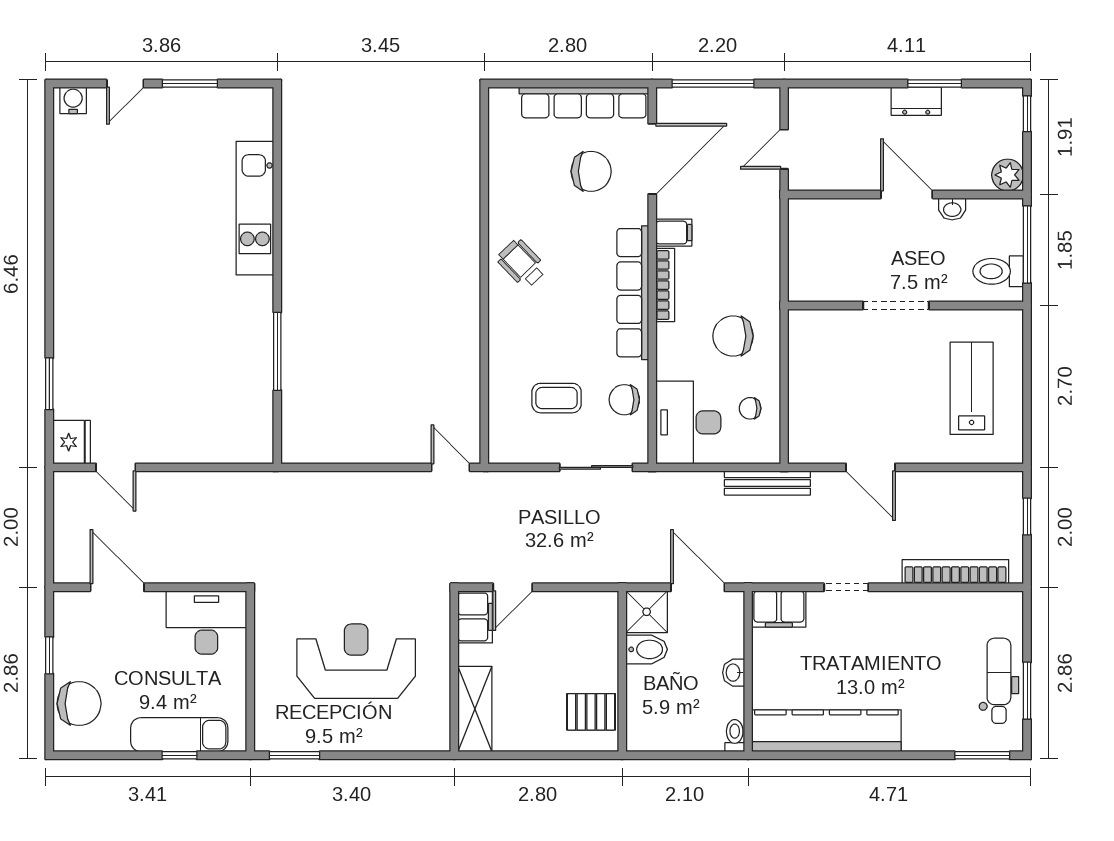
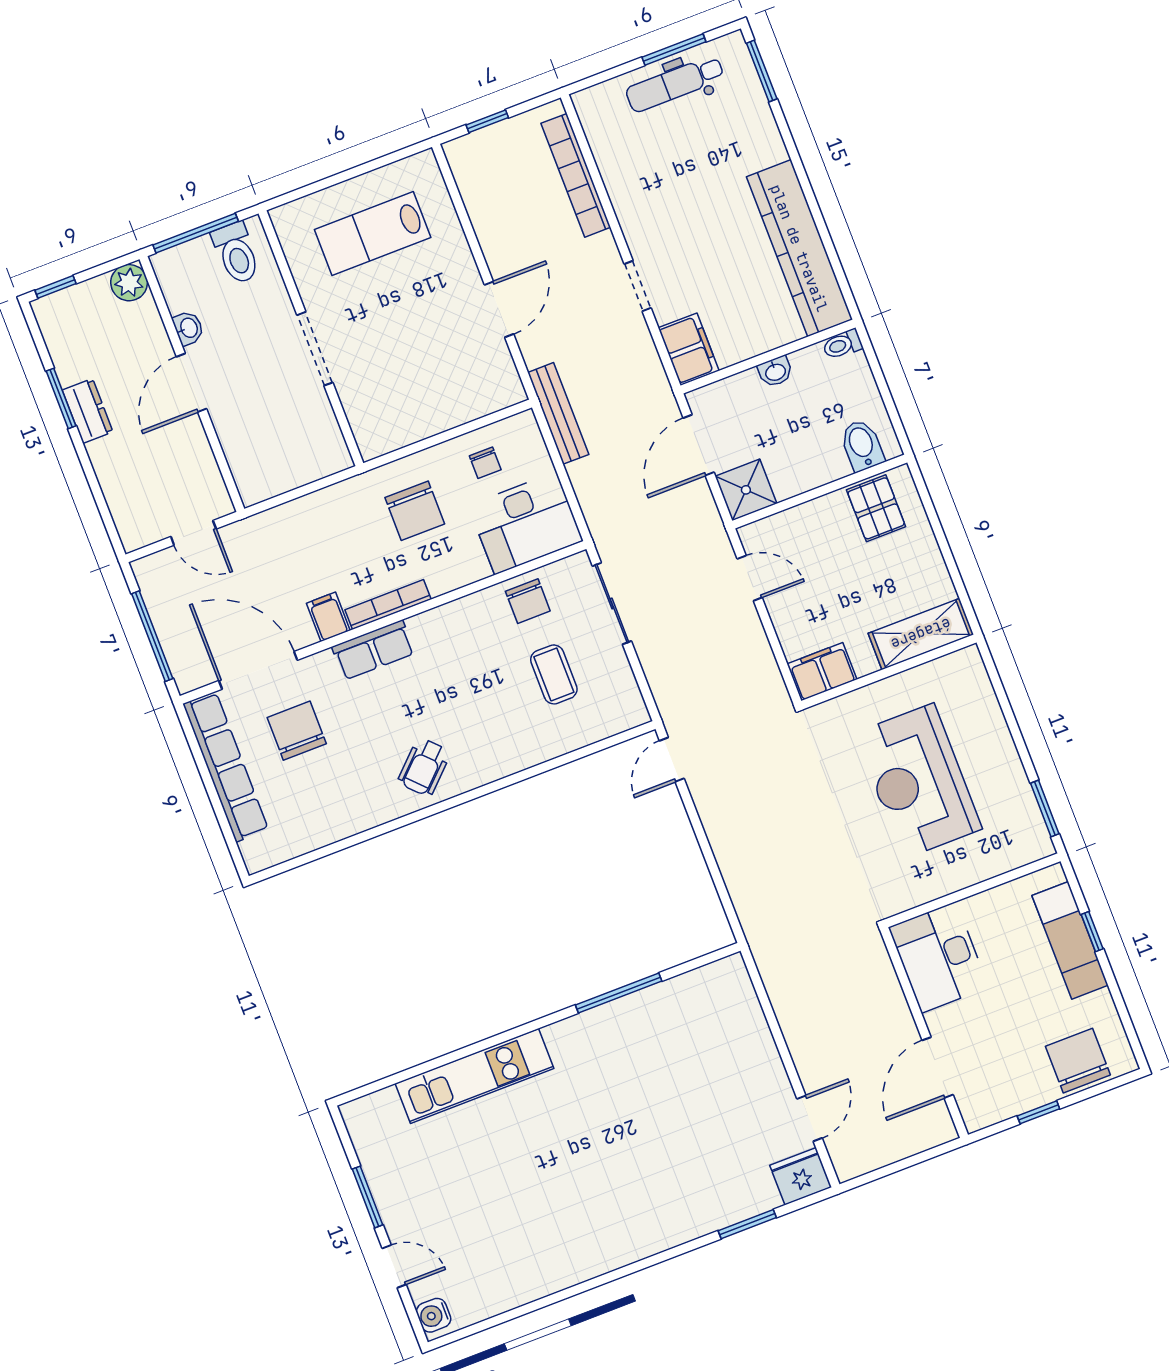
row of seats: (633, 293) -> (373, 650), width x0.50
door: (513, 587) -> (750, 578), moved
bidet: (647, 649) -> (862, 445), moved

